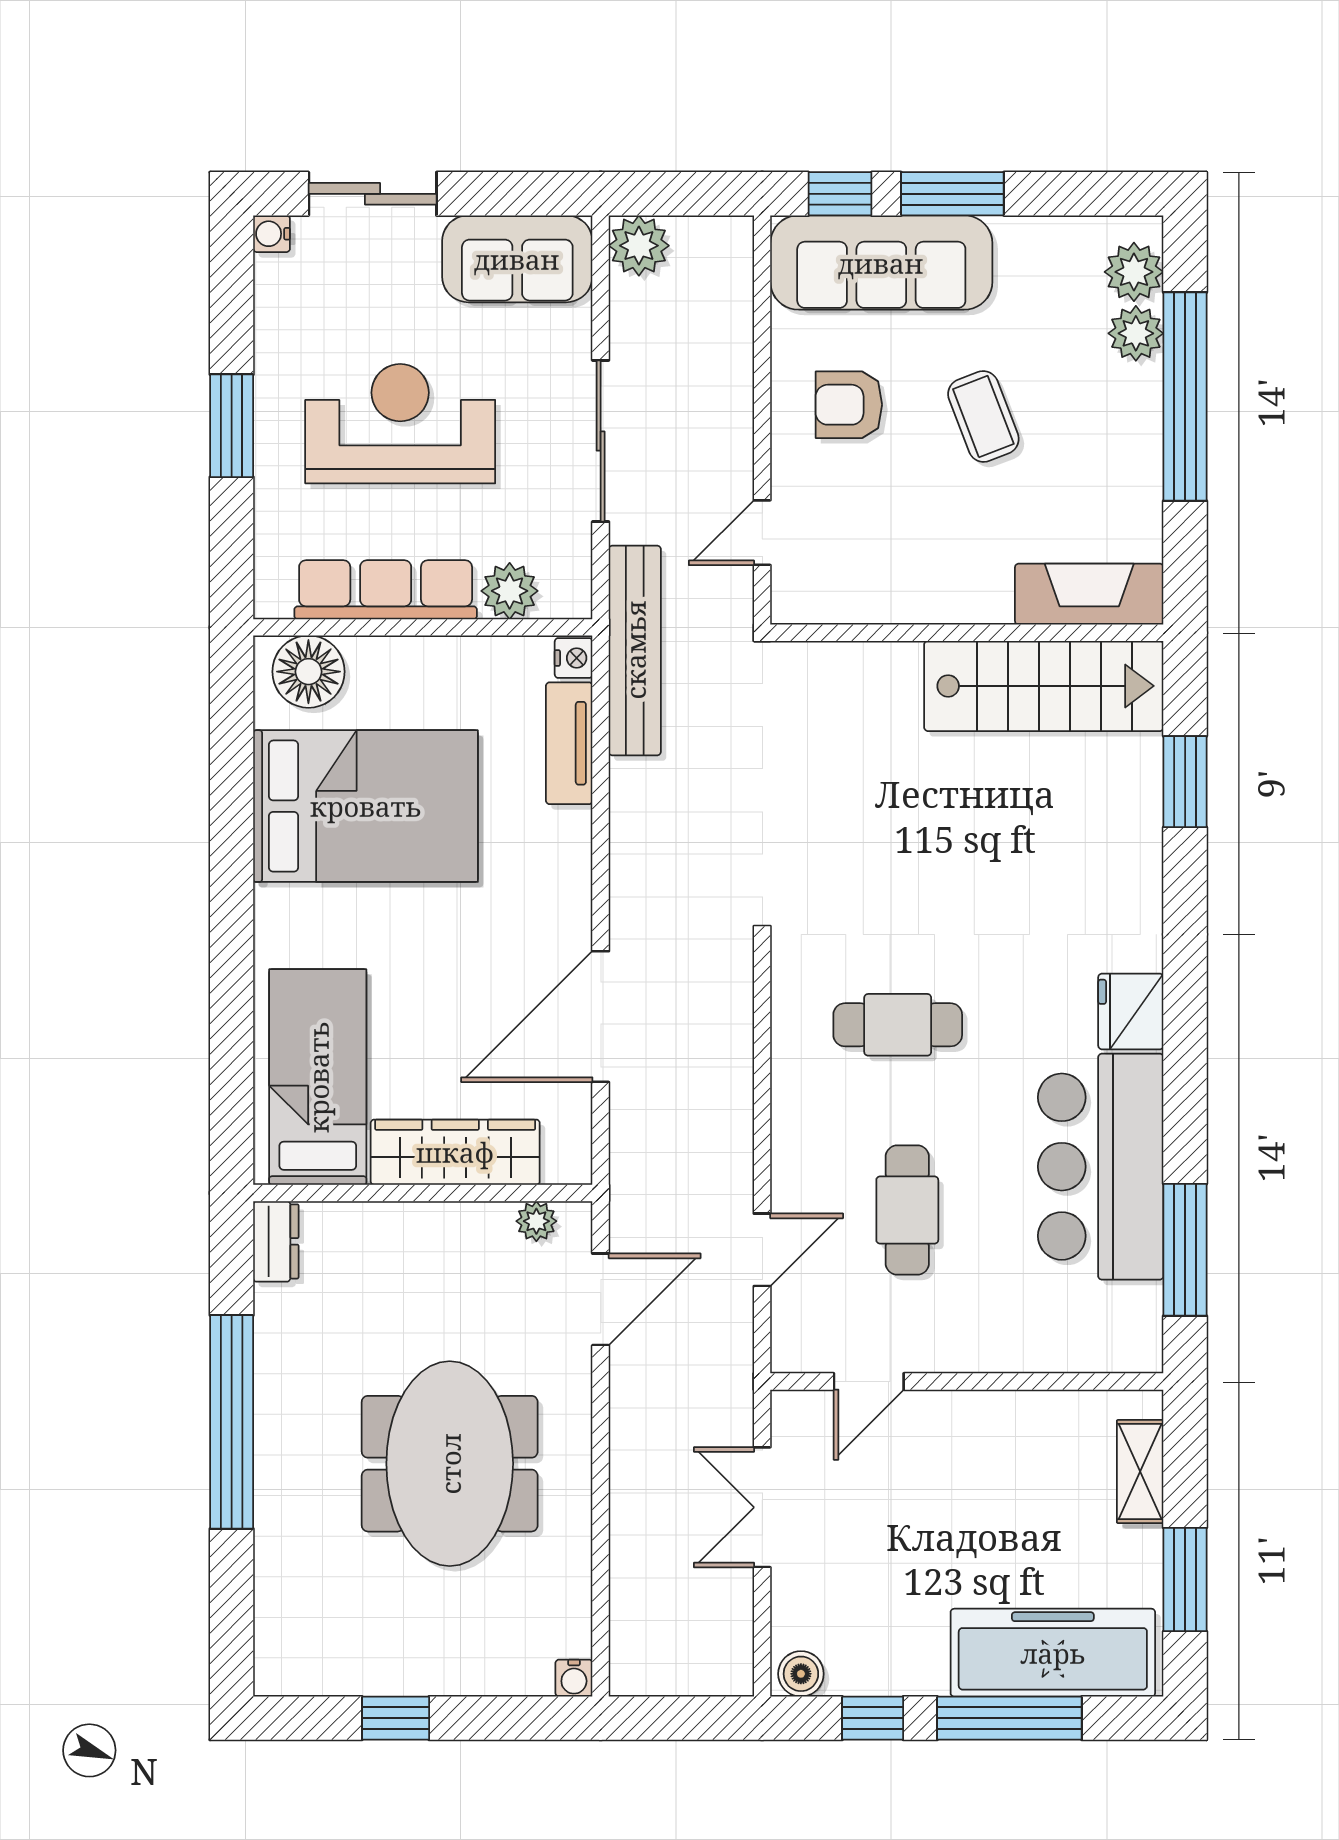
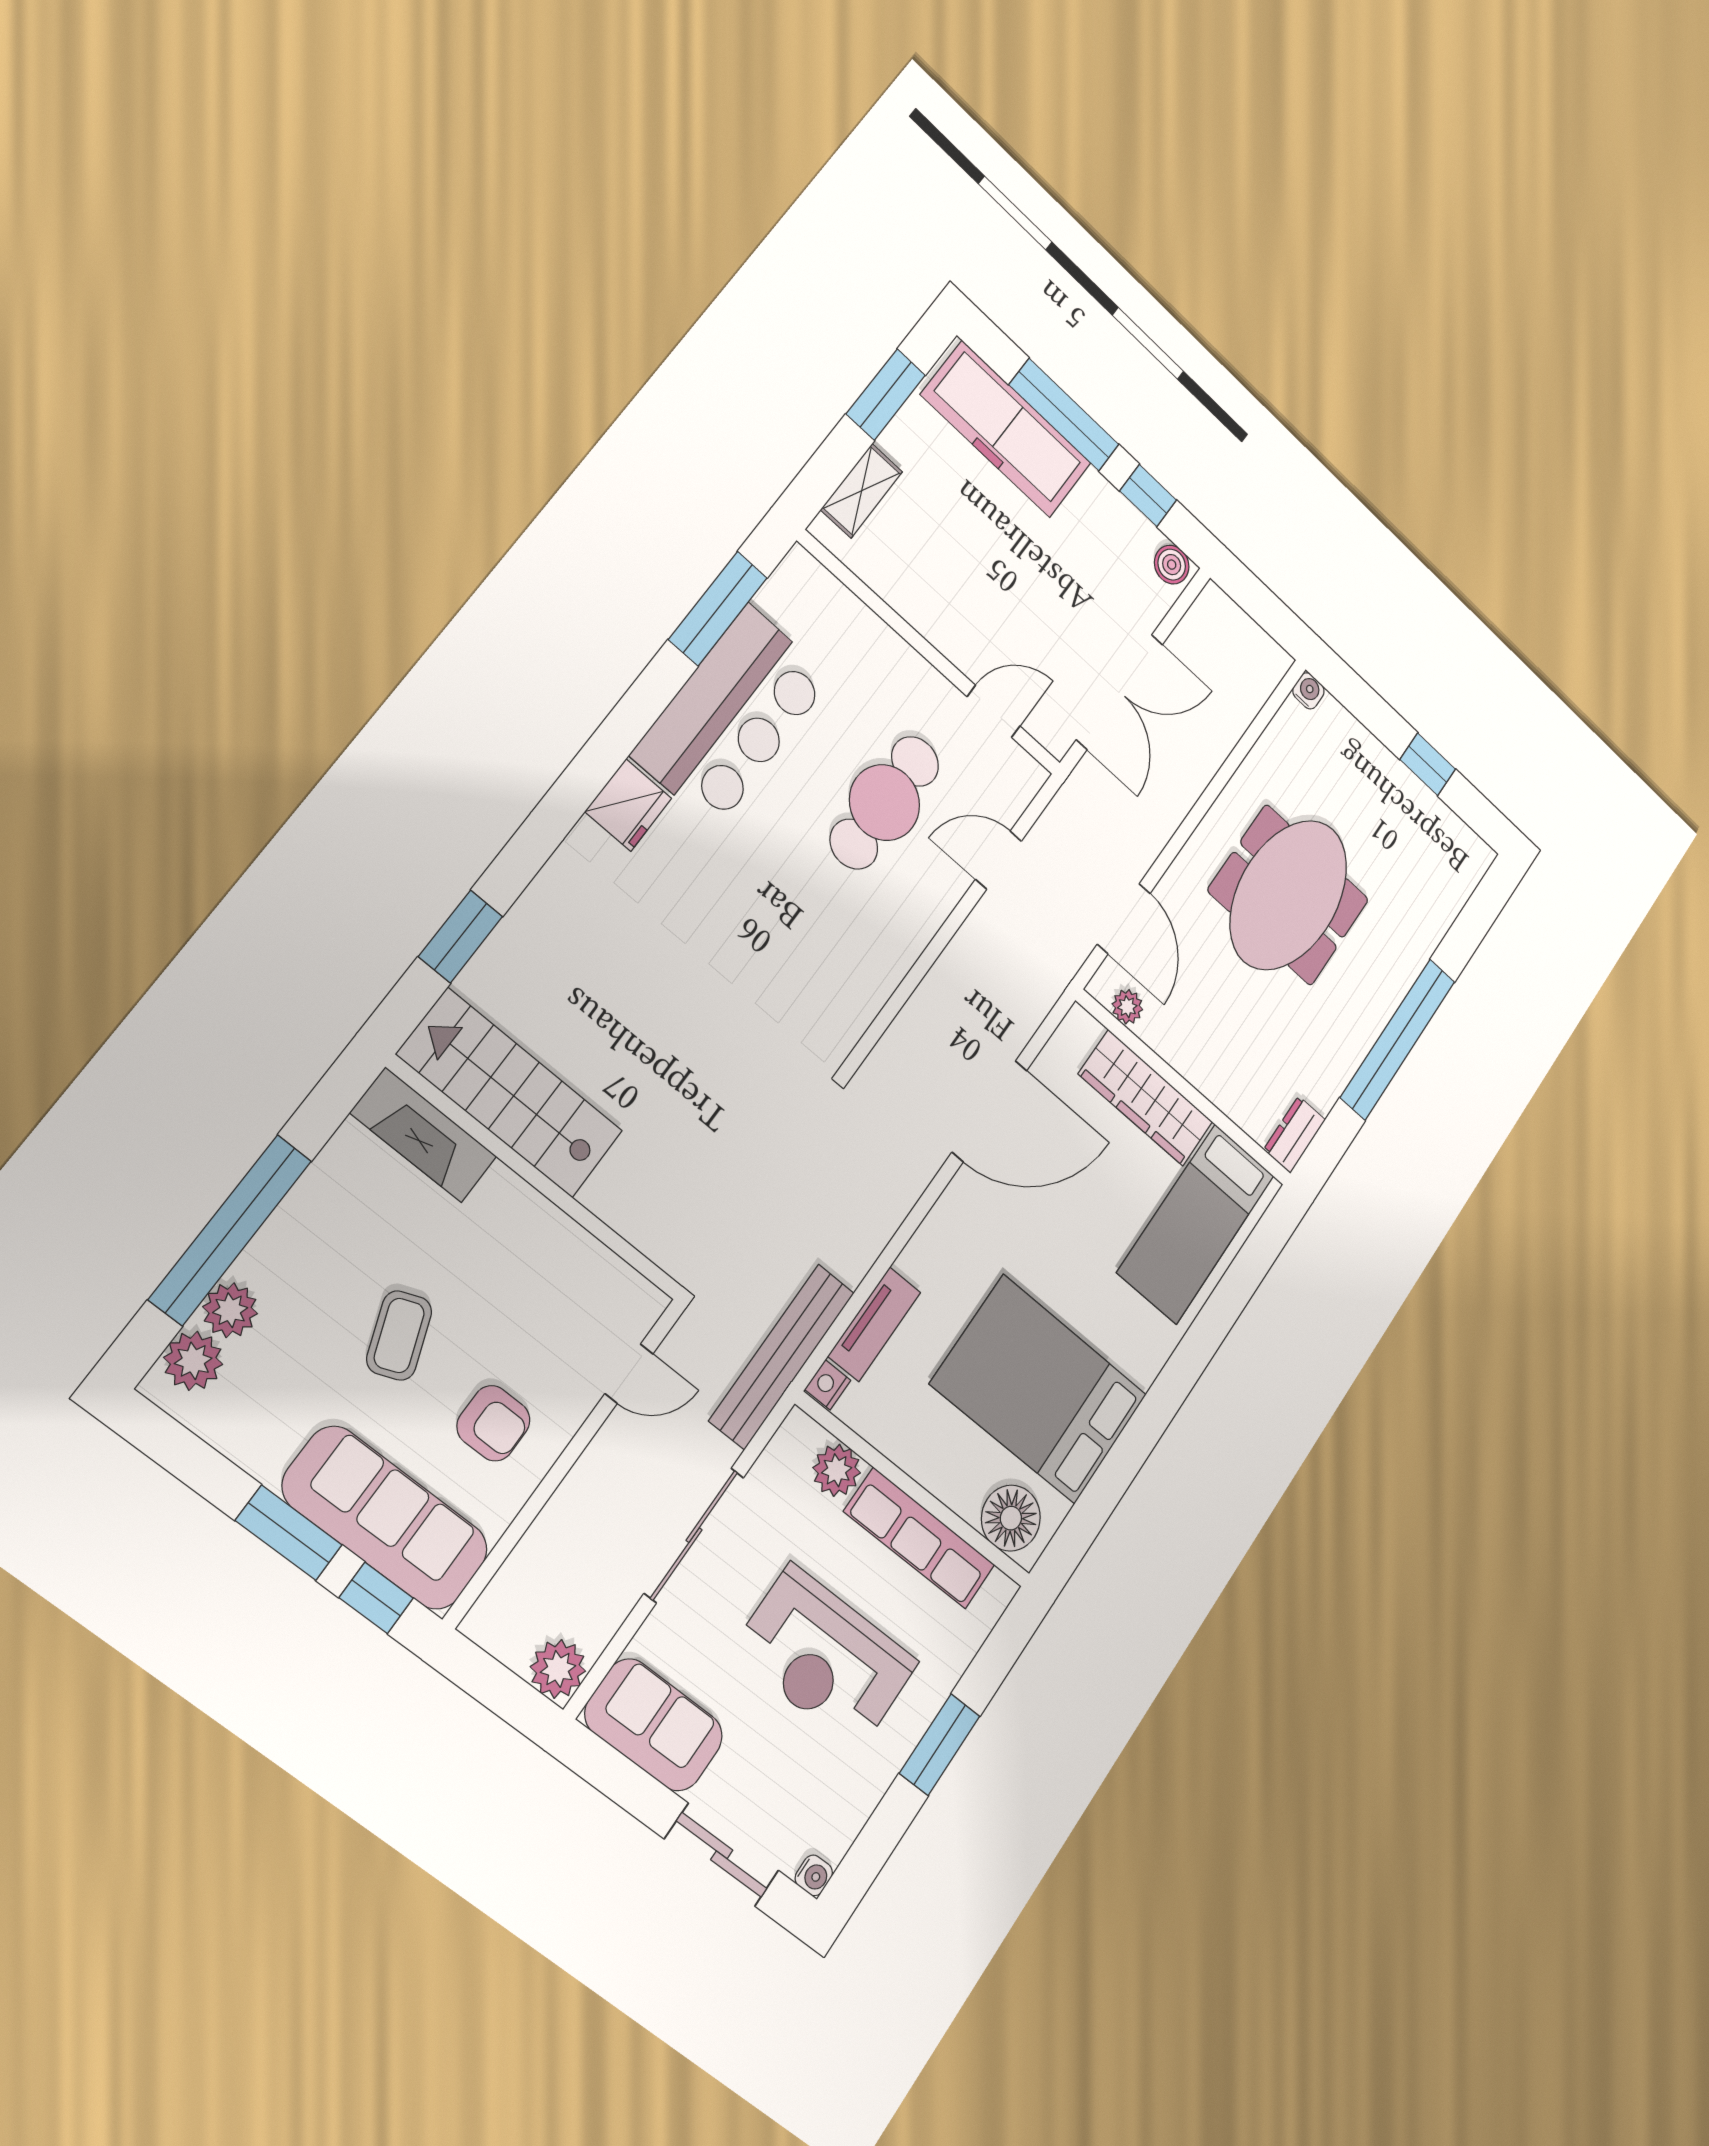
cafe table: (898, 1025) -> (797, 935), removed
cafe table: (907, 1210) -> (885, 803), width x1.37, depth x1.35
door: (601, 1299) -> (1124, 919), swing flipped
double door: (762, 1507) -> (1120, 692), width x1.37

